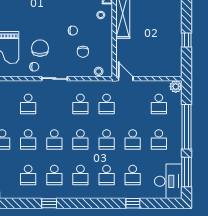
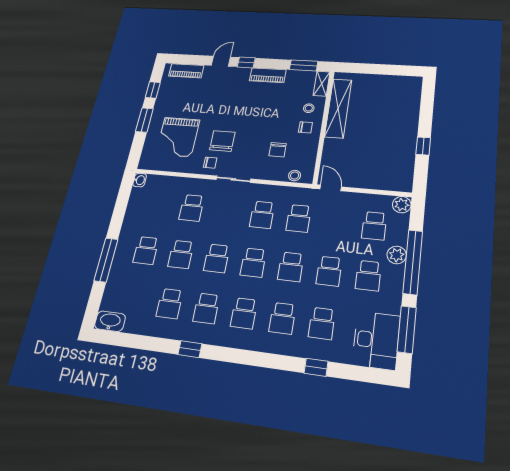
chair: (73, 31) -> (305, 127), moved
plant: (176, 123) -> (397, 255), added

